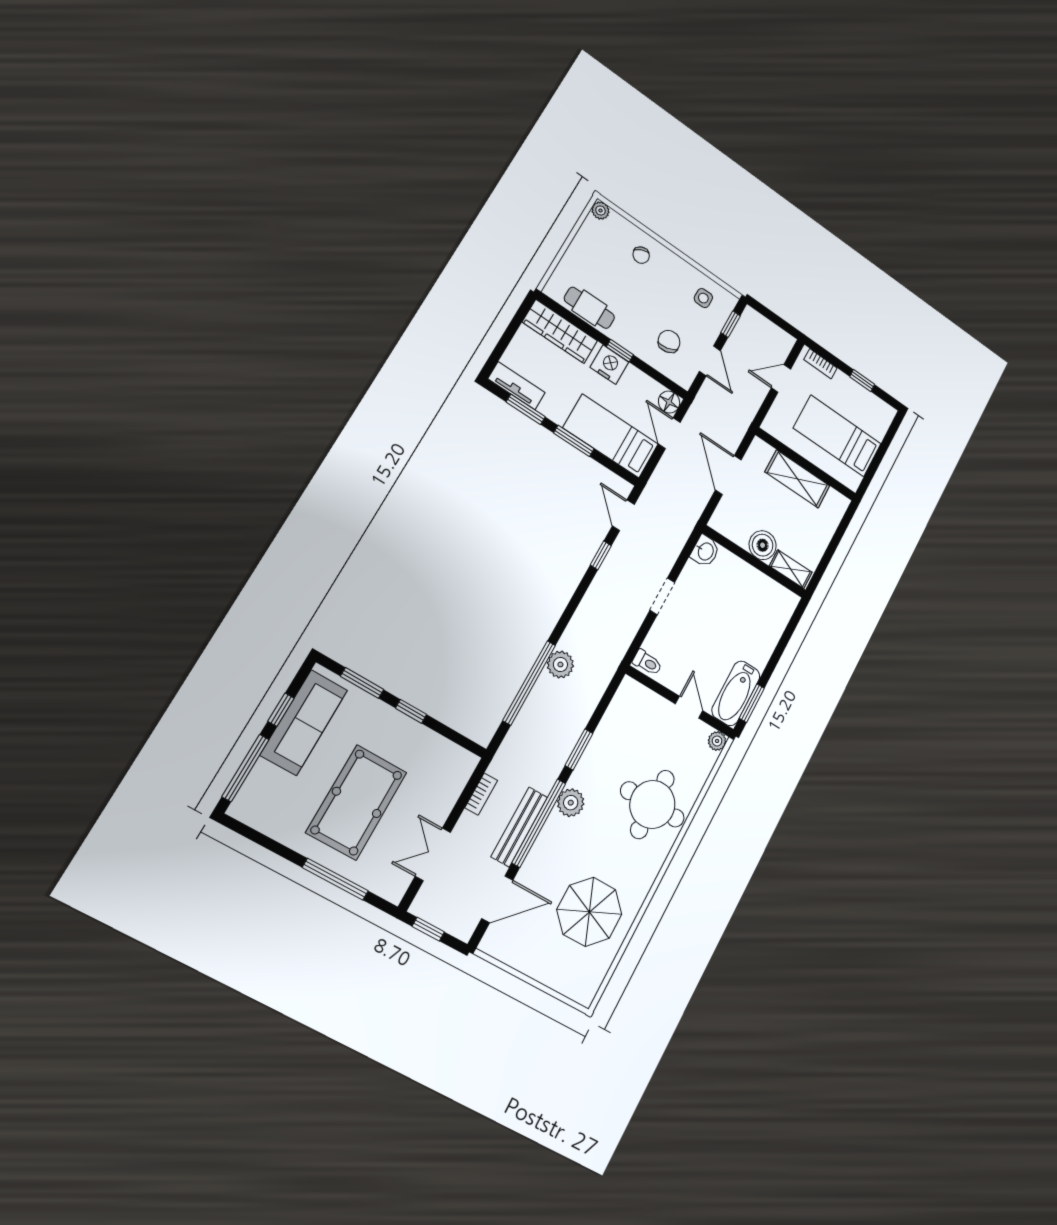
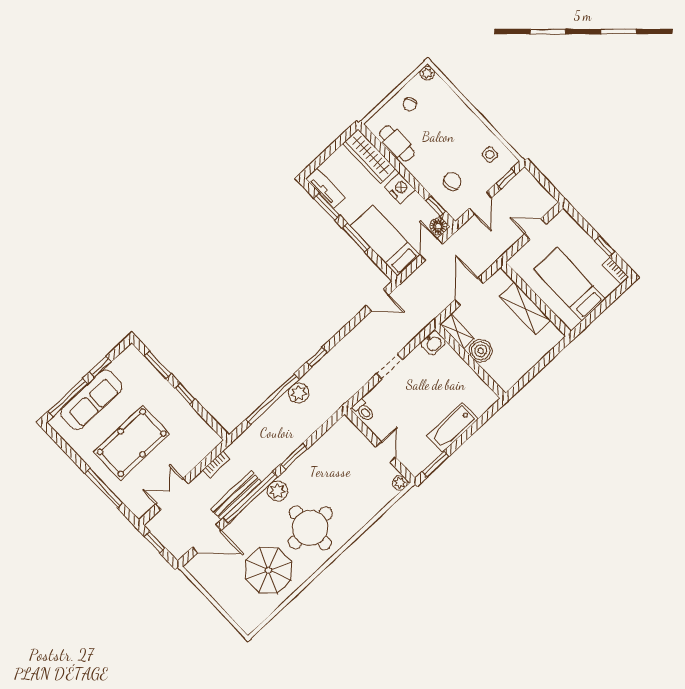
chair: (641, 255) -> (410, 104), moved
window: (620, 351) -> (436, 206), moved
bookcase: (821, 364) -> (615, 271), moved
door: (623, 515) -> (377, 300), swing flipped
window: (601, 555) -> (317, 357), moved
shelving: (791, 569) -> (458, 332), moved
bathtub: (736, 693) -> (452, 427), moved
sofa: (304, 722) -> (91, 400), moved
round table: (652, 804) -> (310, 528), moved

